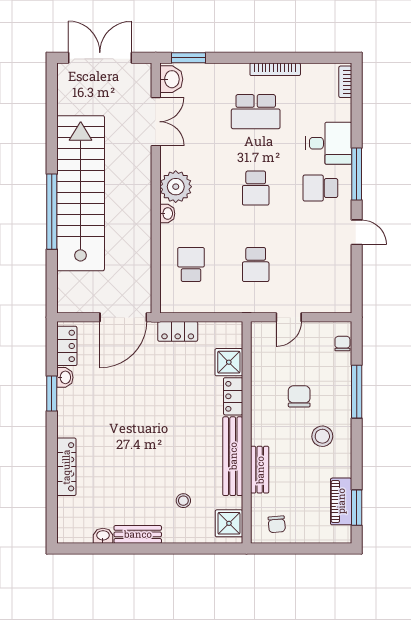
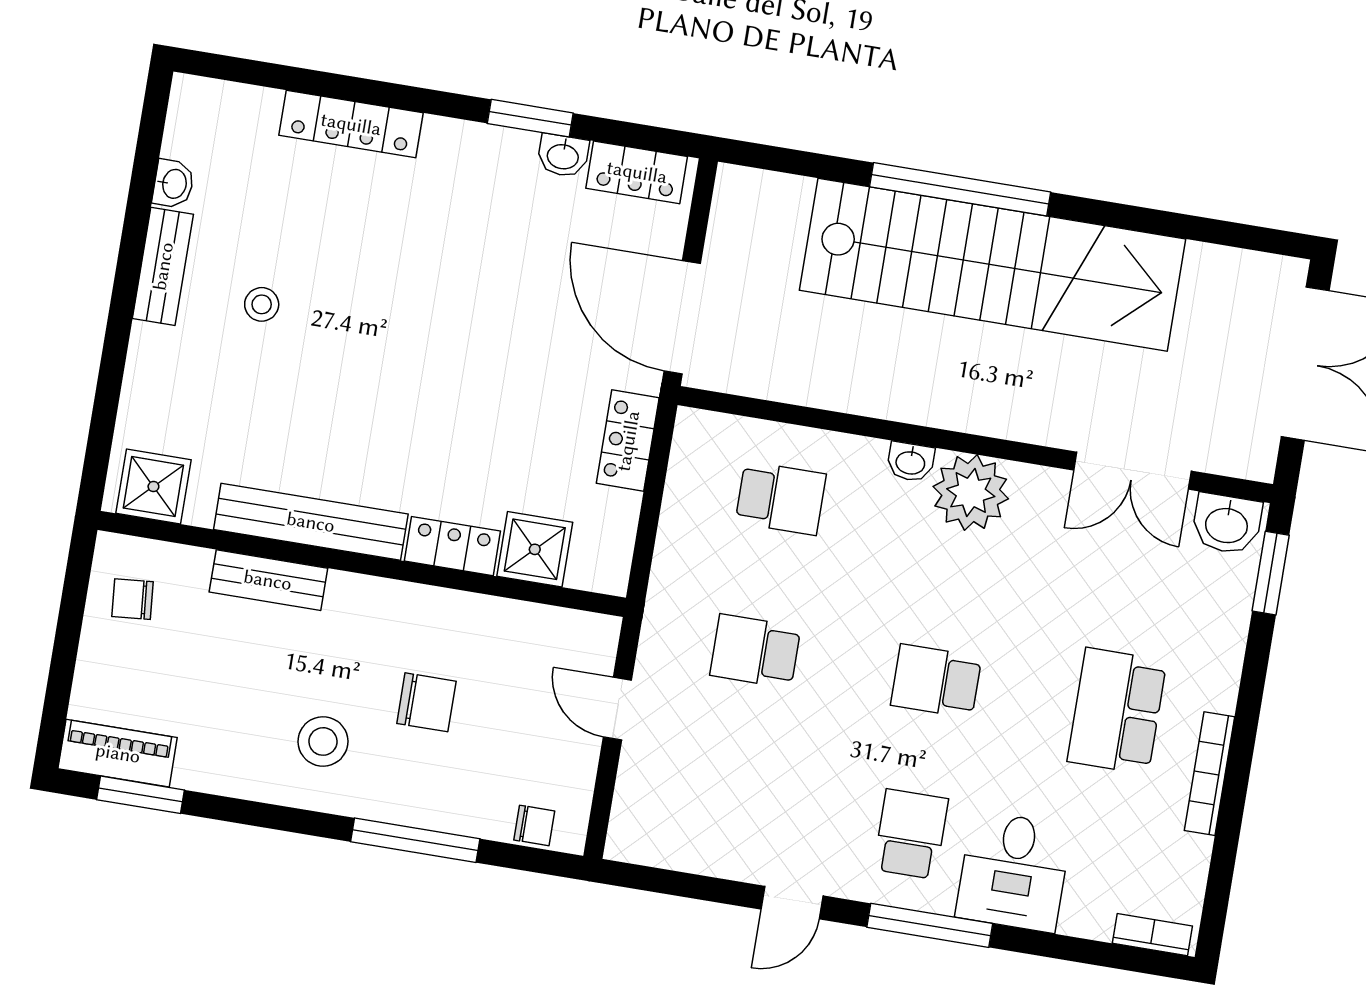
stool: (183, 501) -> (262, 304), moved
piano: (341, 501) -> (118, 753), moved

